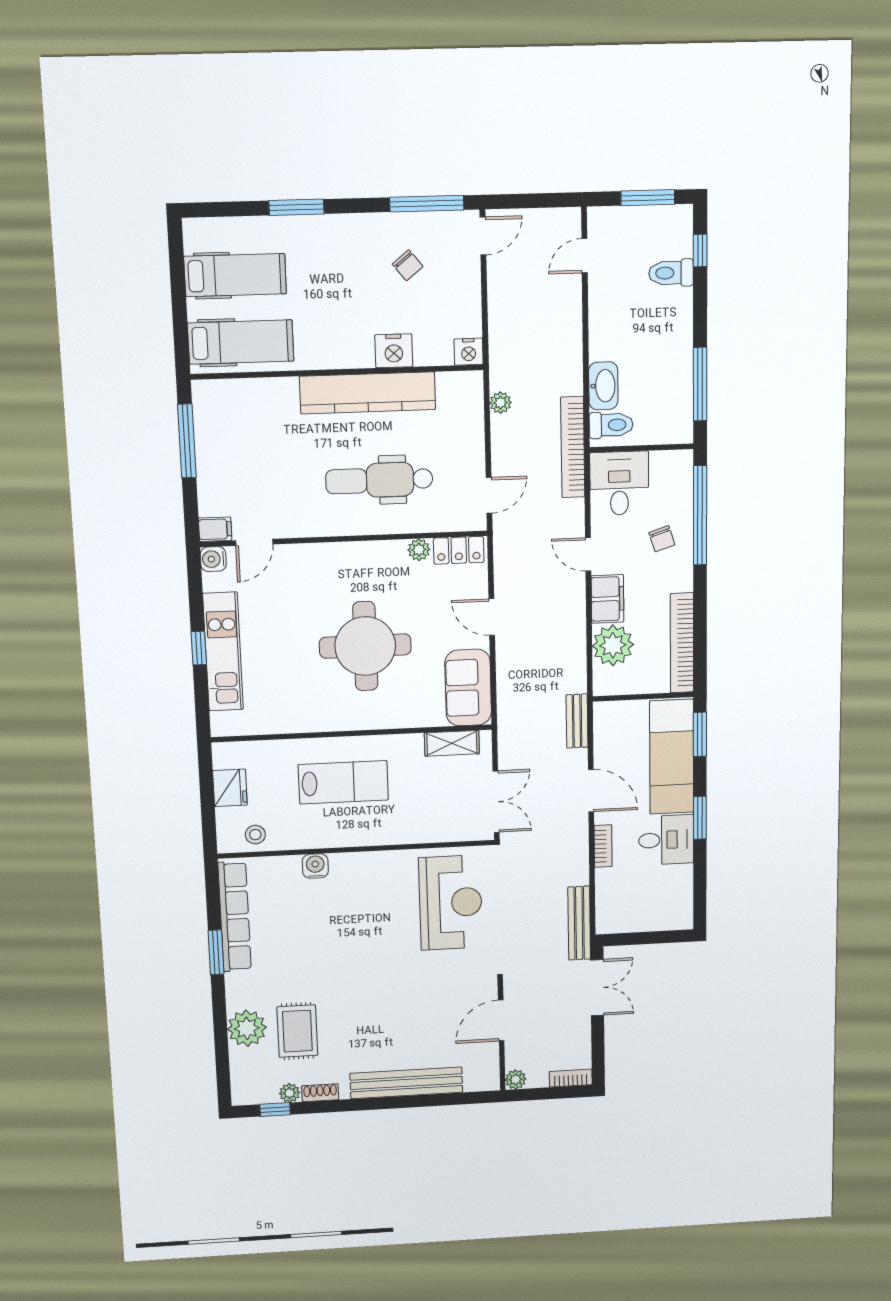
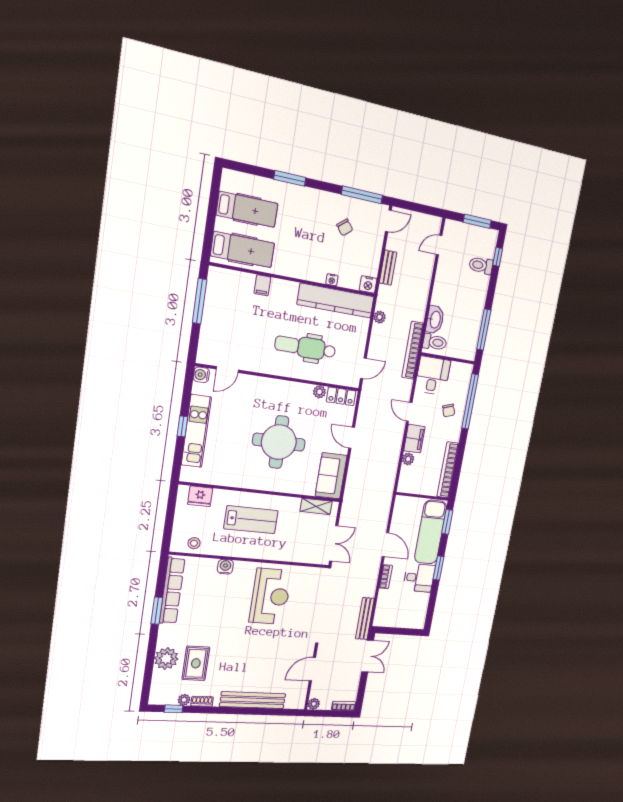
nightstand: (394, 351) -> (332, 280), width x0.53, depth x0.56
kitchen counter: (368, 393) -> (336, 301), moved
filing cabinet: (215, 529) -> (262, 285), moved, turned 90
plant: (613, 645) -> (408, 459), width x0.53, depth x0.53
bench: (577, 721) -> (388, 268), moved
fridge: (230, 788) -> (200, 496), moved, turned 90
reception desk: (451, 903) -> (270, 596), moved

